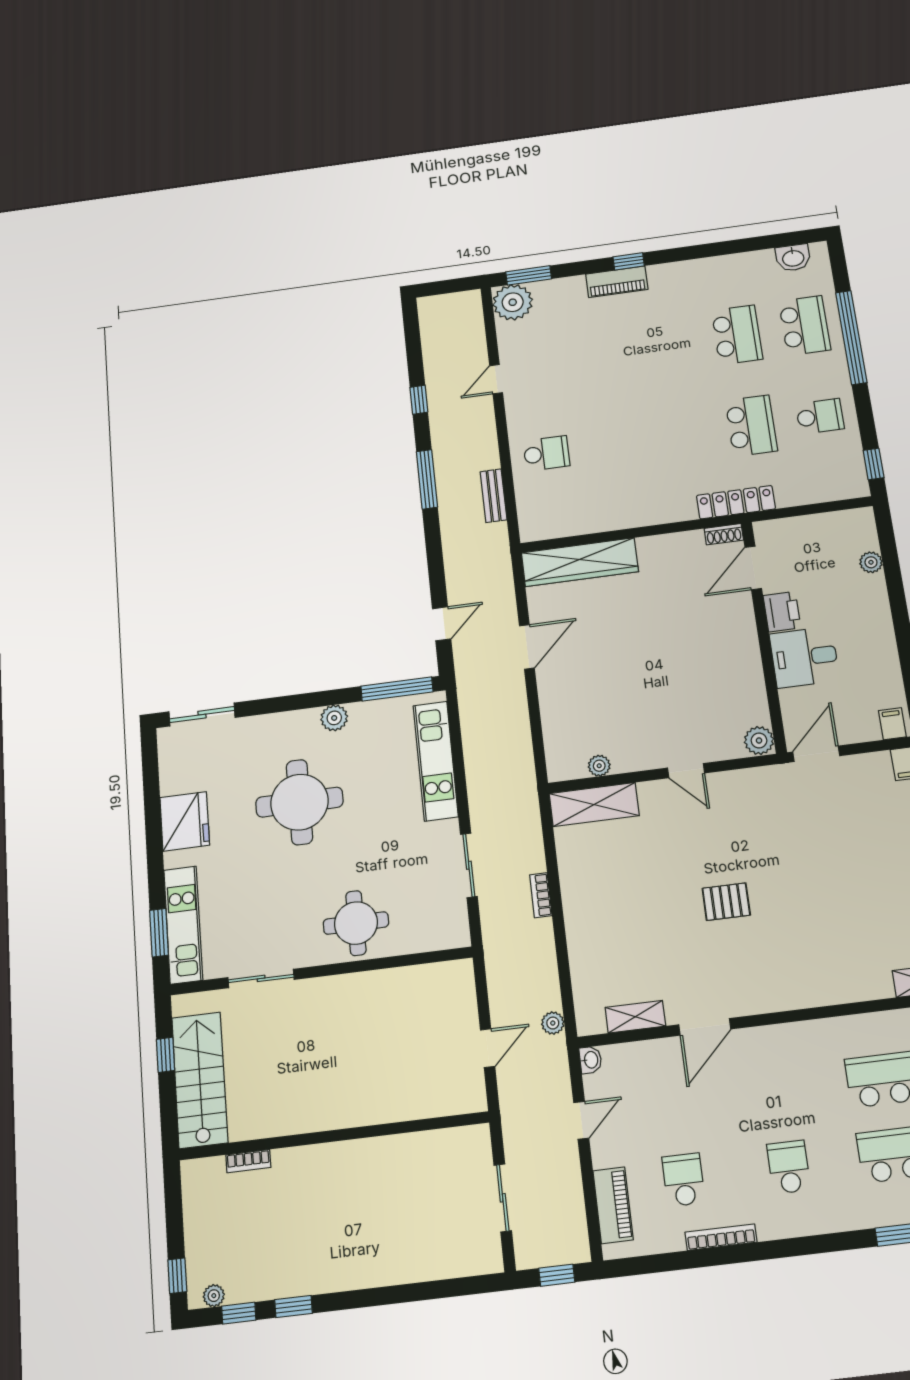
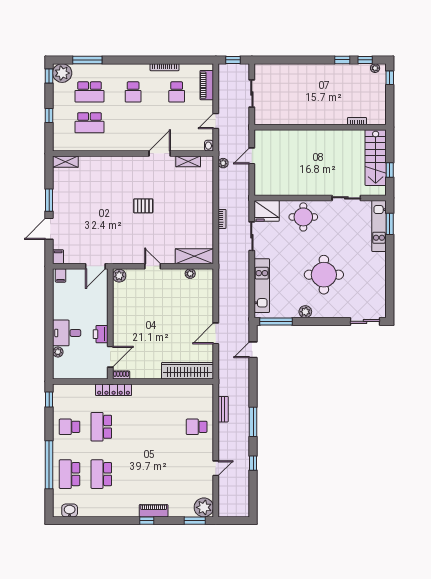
desk: (804, 657) -> (67, 333), moved, turned 180
fridge: (185, 821) -> (267, 211), moved, turned -90

